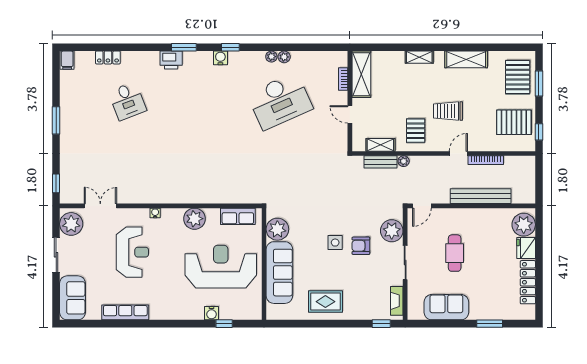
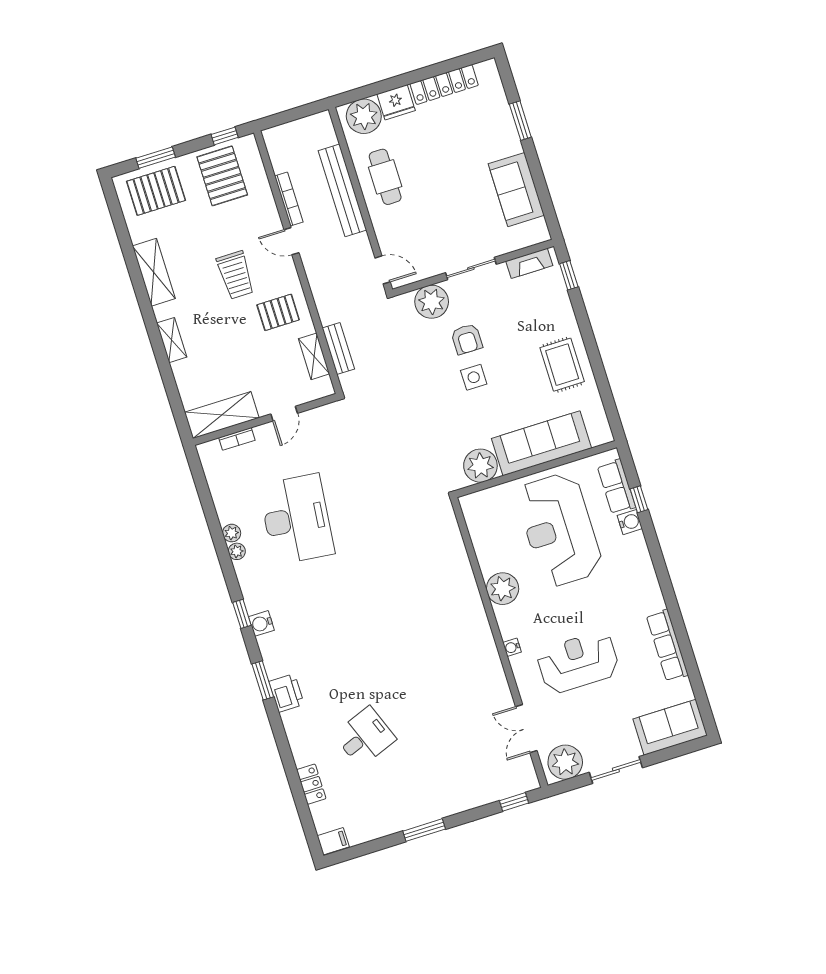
desk: (280, 101) -> (297, 519), turned 30
plant: (404, 161) -> (327, 316), removed
row of seats: (238, 216) -> (616, 487), moved, turned 180
cafe table: (455, 253) -> (385, 177), moved, turned 90

